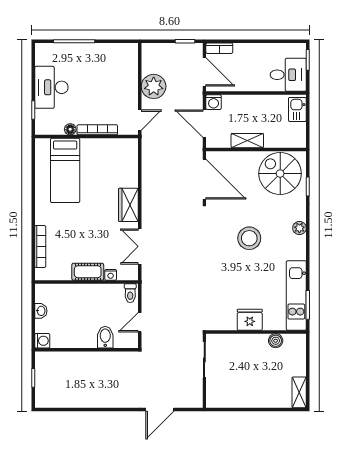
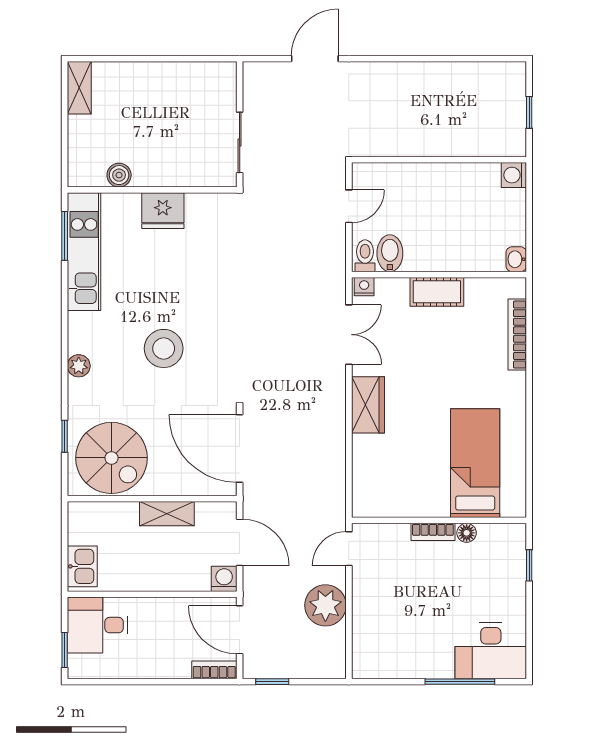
desk: (51, 87) -> (491, 651), moved, turned 90
bookcase: (97, 130) -> (433, 532), width x0.64
nightstand: (111, 275) -> (364, 287), moved
washbasin: (41, 311) -> (516, 259), moved
bidet: (105, 337) -> (390, 253), moved, turned 180

